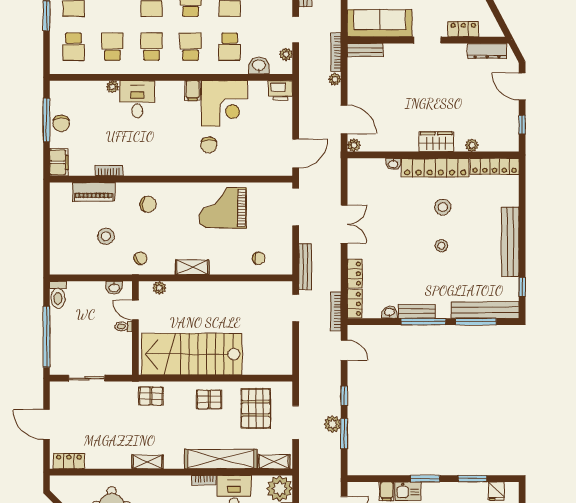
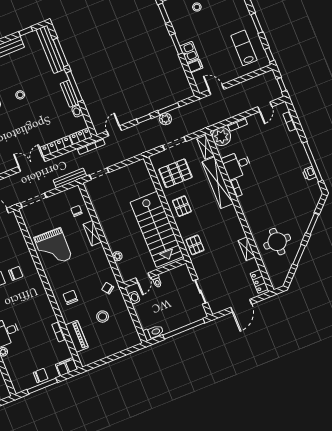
shelving: (192, 267) -> (92, 233), moved
locker: (355, 274) -> (56, 146), width x1.53
plant: (159, 288) -> (117, 256), moved
shelving: (147, 462) -> (247, 249), moved

